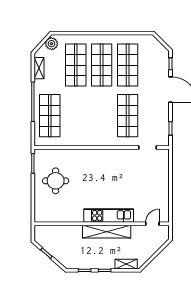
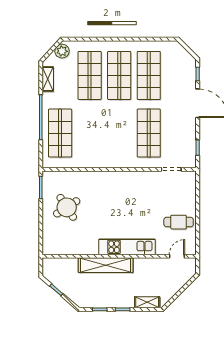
round table: (56, 181) -> (67, 207), turned -33
cafe table: (154, 194) -> (179, 222), added
shelving: (107, 232) -> (106, 265), moved

